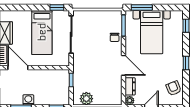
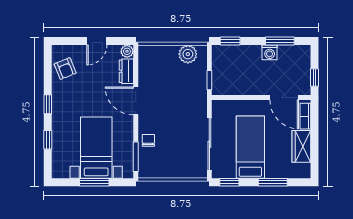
window: (26, 7) -> (273, 182), added
window: (142, 7) -> (94, 182), moved
window: (186, 26) -> (48, 140), moved

